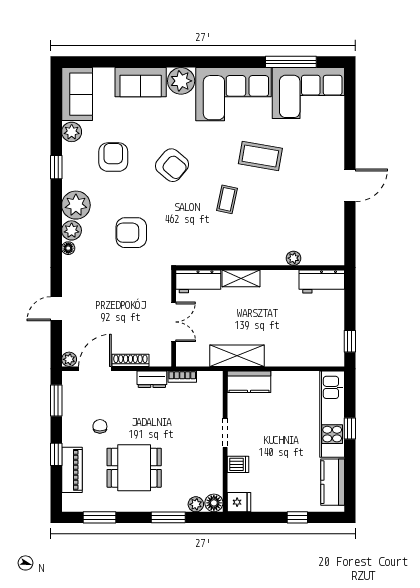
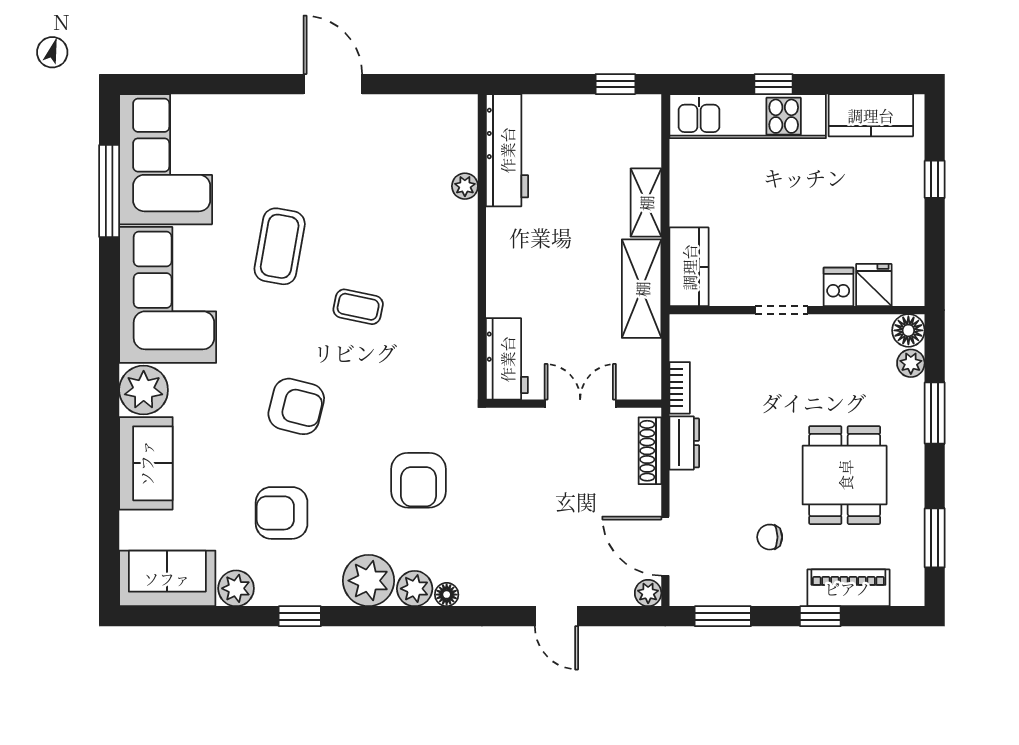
armchair: (172, 165) -> (296, 406), turned 64
shelving: (241, 278) -> (646, 203), moved
workbench: (322, 281) -> (507, 150), width x1.38
shoe rack: (130, 360) -> (650, 451), moved
fridge: (239, 502) -> (874, 285), moved

